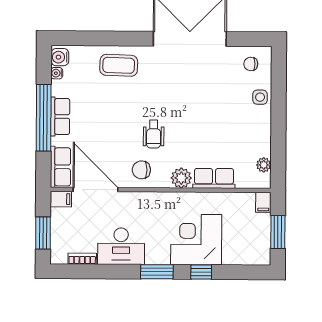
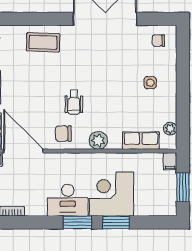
side table: (260, 97) -> (150, 83), moved
row of seats: (214, 178) -> (141, 141), moved
desk: (121, 246) -> (68, 200), moved
window: (201, 272) -> (116, 222), width x1.50

